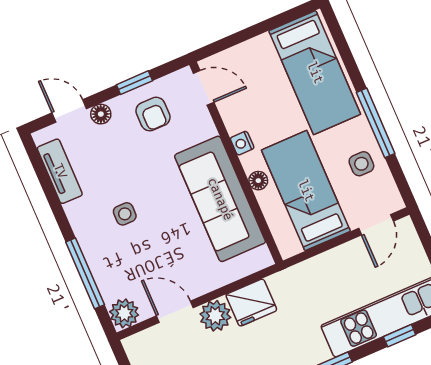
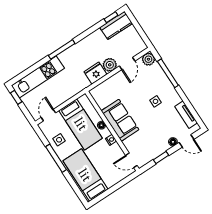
armchair: (153, 114) -> (151, 146), removed
sofa: (220, 199) -> (120, 120), width x0.73
door: (175, 312) -> (127, 64), hinge flipped
window: (400, 336) -> (30, 70), removed

